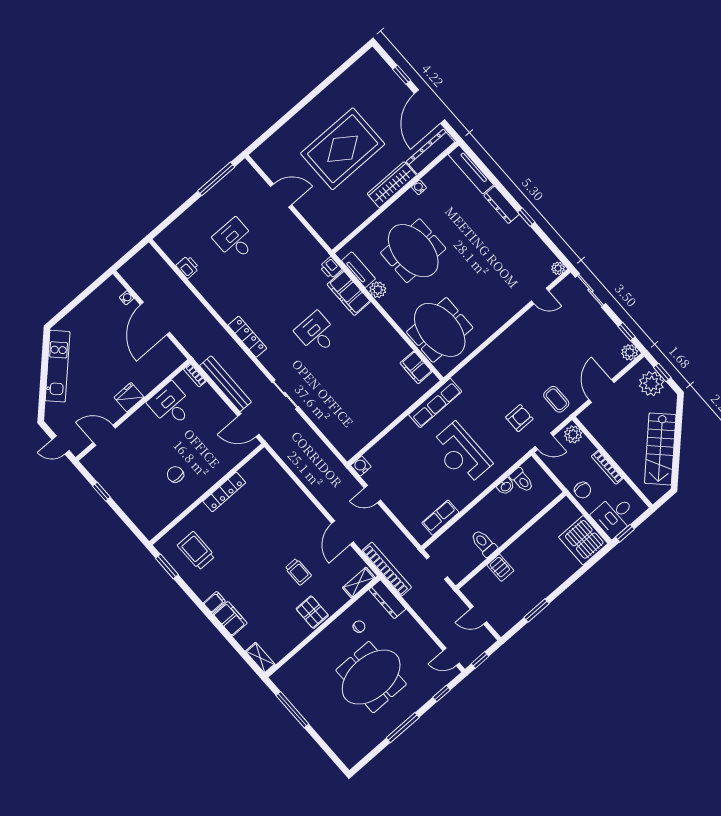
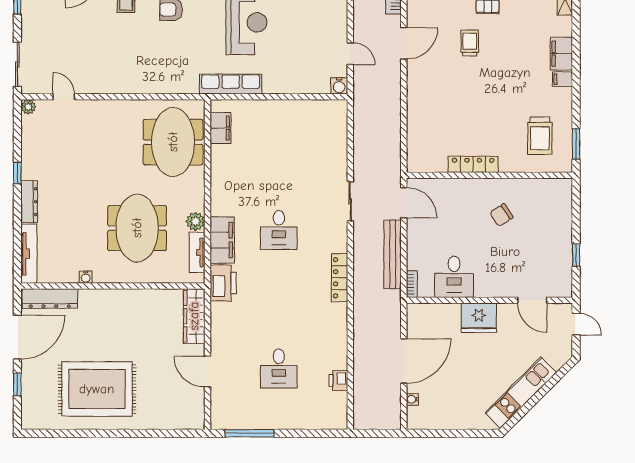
rug: (343, 149) -> (97, 389), moved
wardrobe: (392, 185) -> (194, 316), moved, turned 90
printer: (331, 268) -> (223, 283), width x1.87, depth x1.48
fridge: (129, 397) -> (479, 318), width x1.36, depth x1.34
chair: (175, 474) -> (501, 215), turned 57

